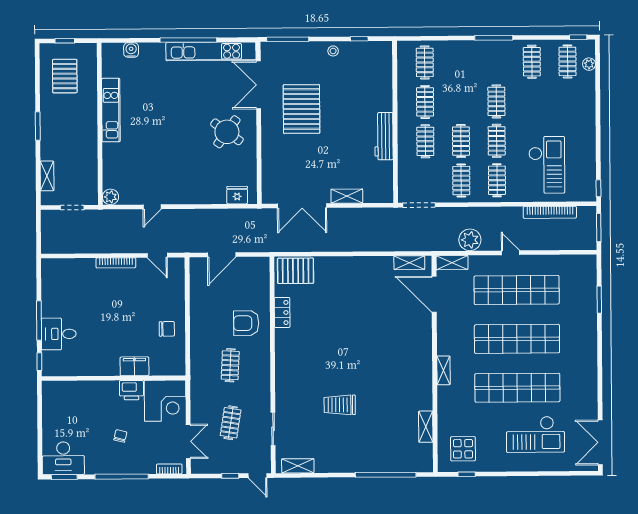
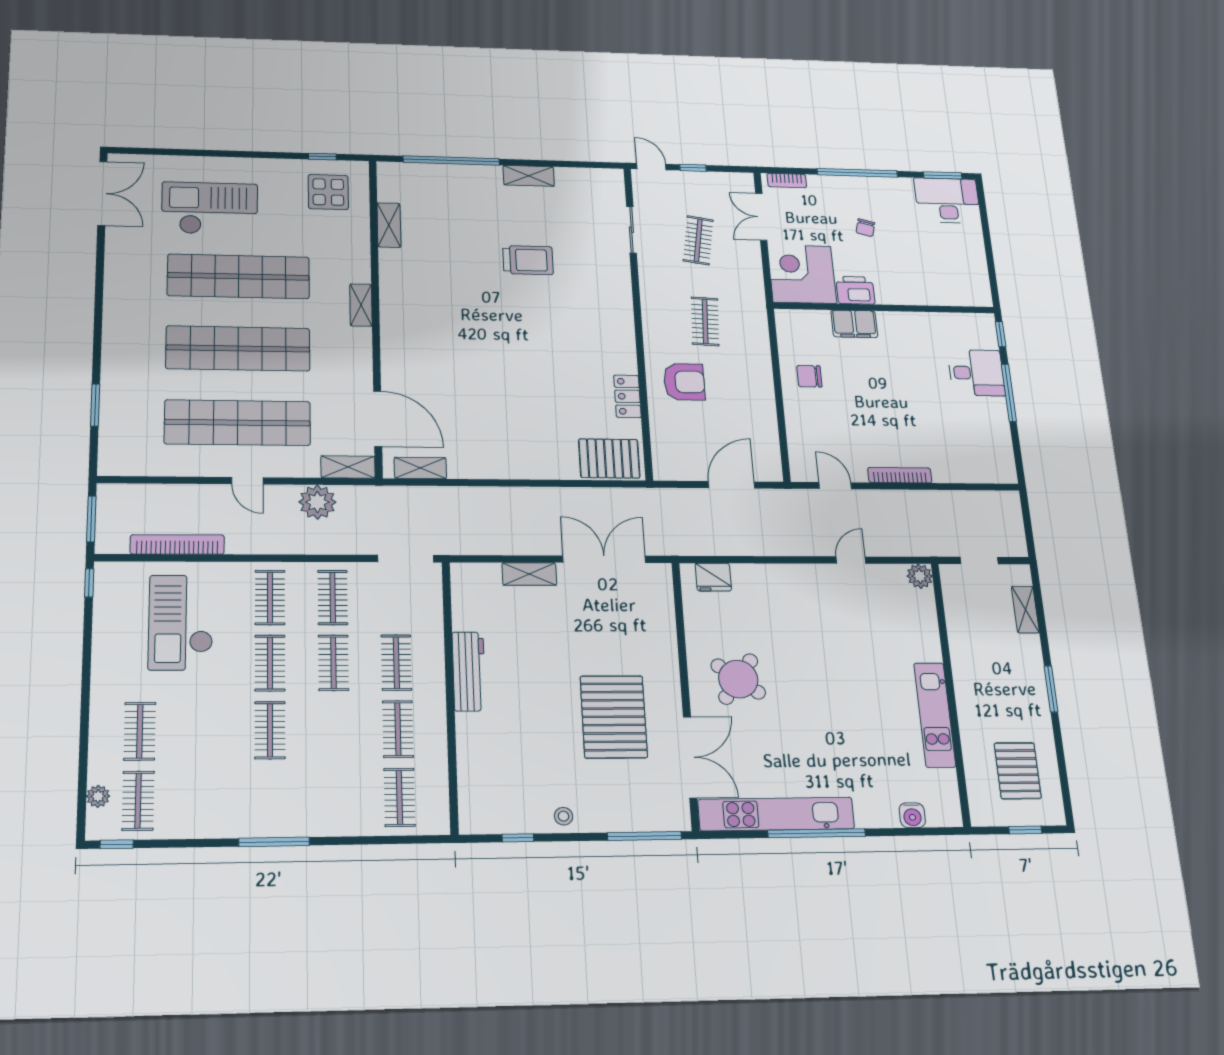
clothes rail: (532, 62) -> (140, 731), moved
shelving: (298, 466) -> (529, 176), moved

